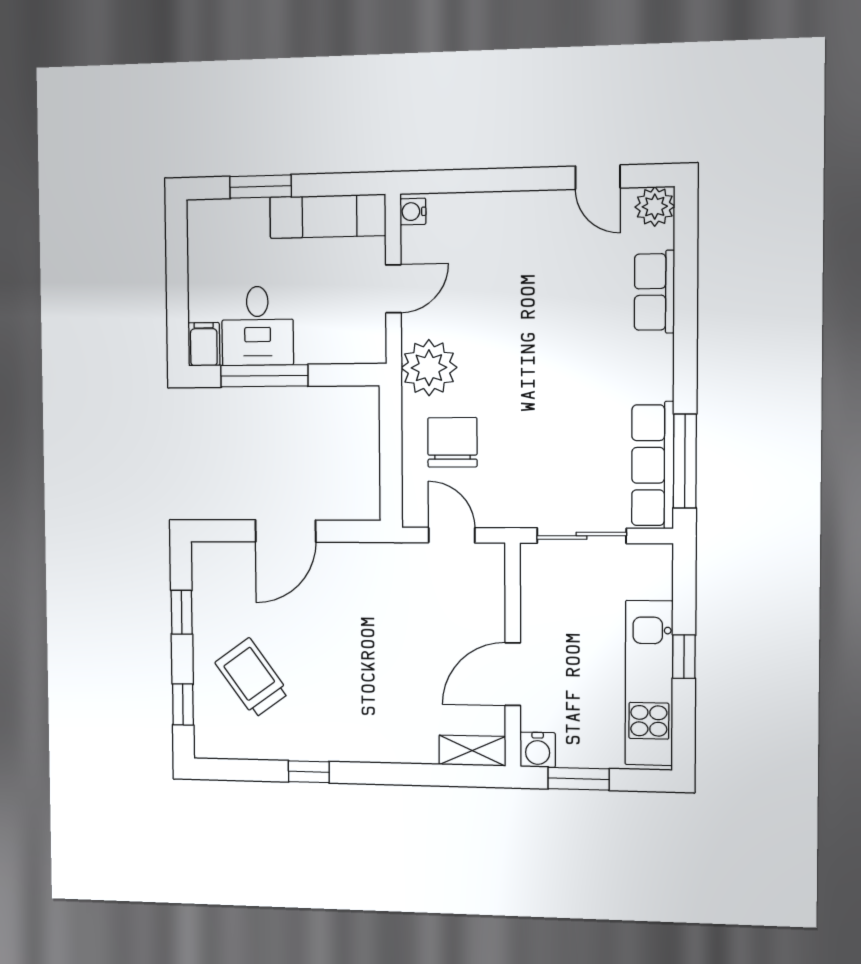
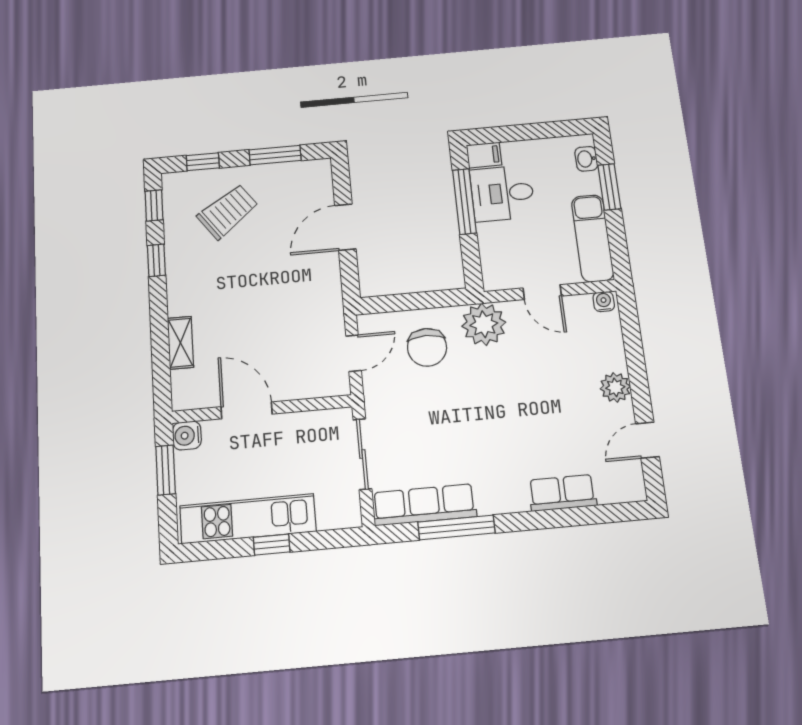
plant: (655, 207) -> (615, 387), moved
washbasin: (220, 212) -> (586, 159), added
chair: (452, 442) -> (427, 347), turned 90
window: (685, 461) -> (456, 527), moved
door: (286, 531) -> (345, 227), hinge flipped
window: (182, 612) -> (275, 155), width x1.50
shelving: (472, 751) -> (180, 343), moved
window: (236, 770) -> (154, 205), added

